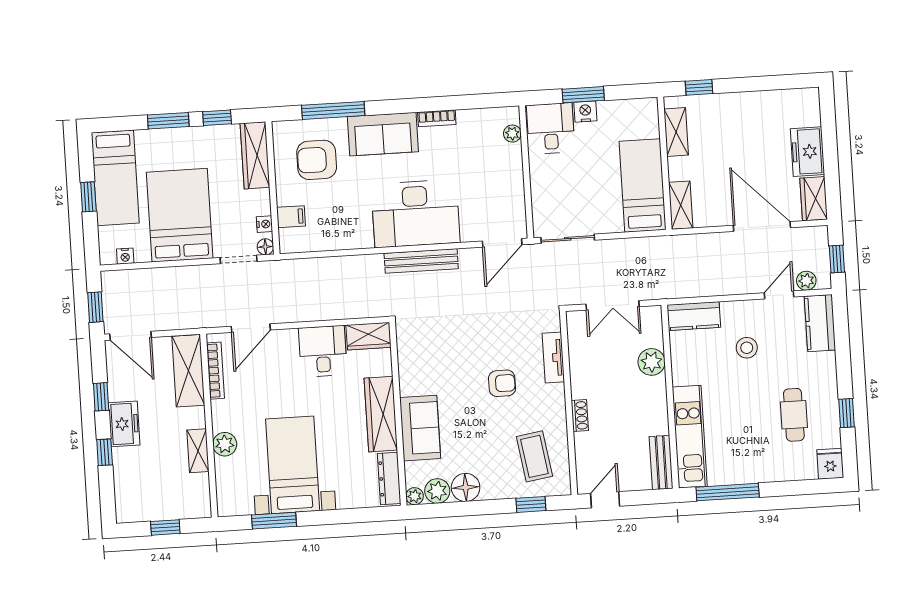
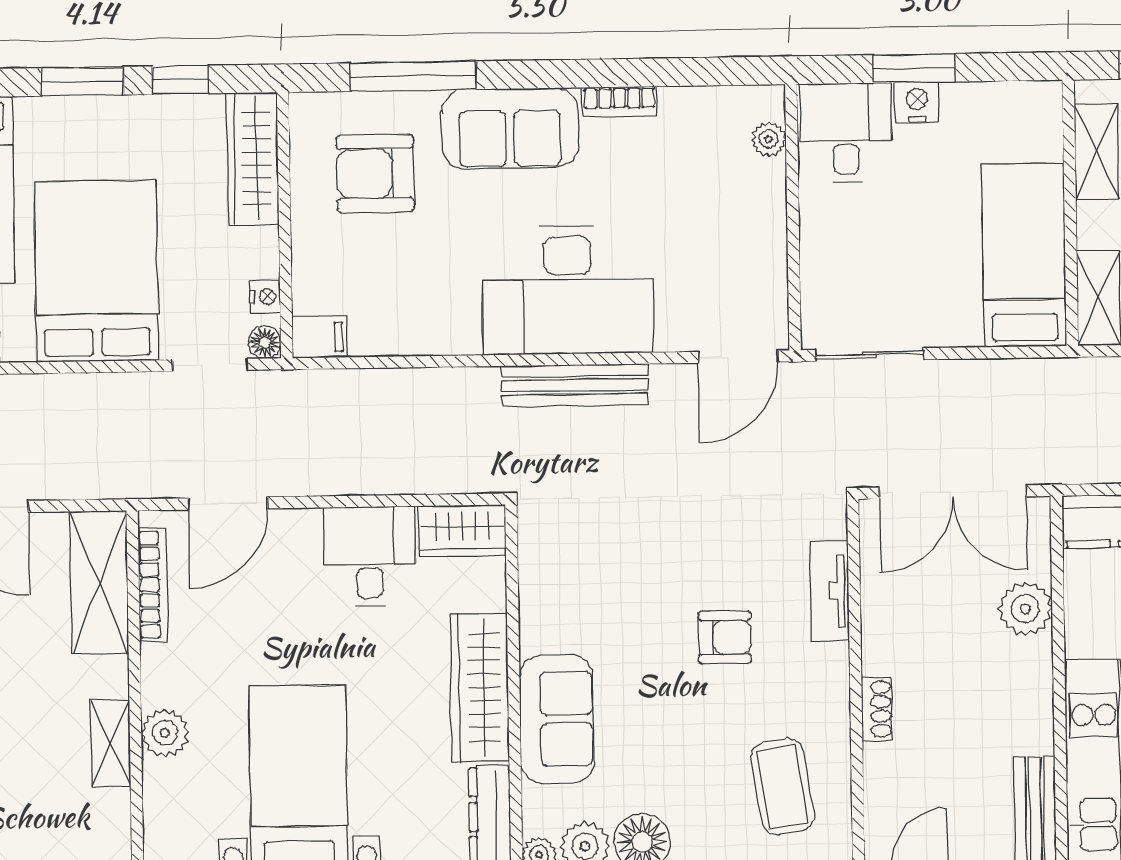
filing cabinet: (291, 217) -> (319, 337), moved
double door: (613, 305) -> (953, 492), width x1.37

